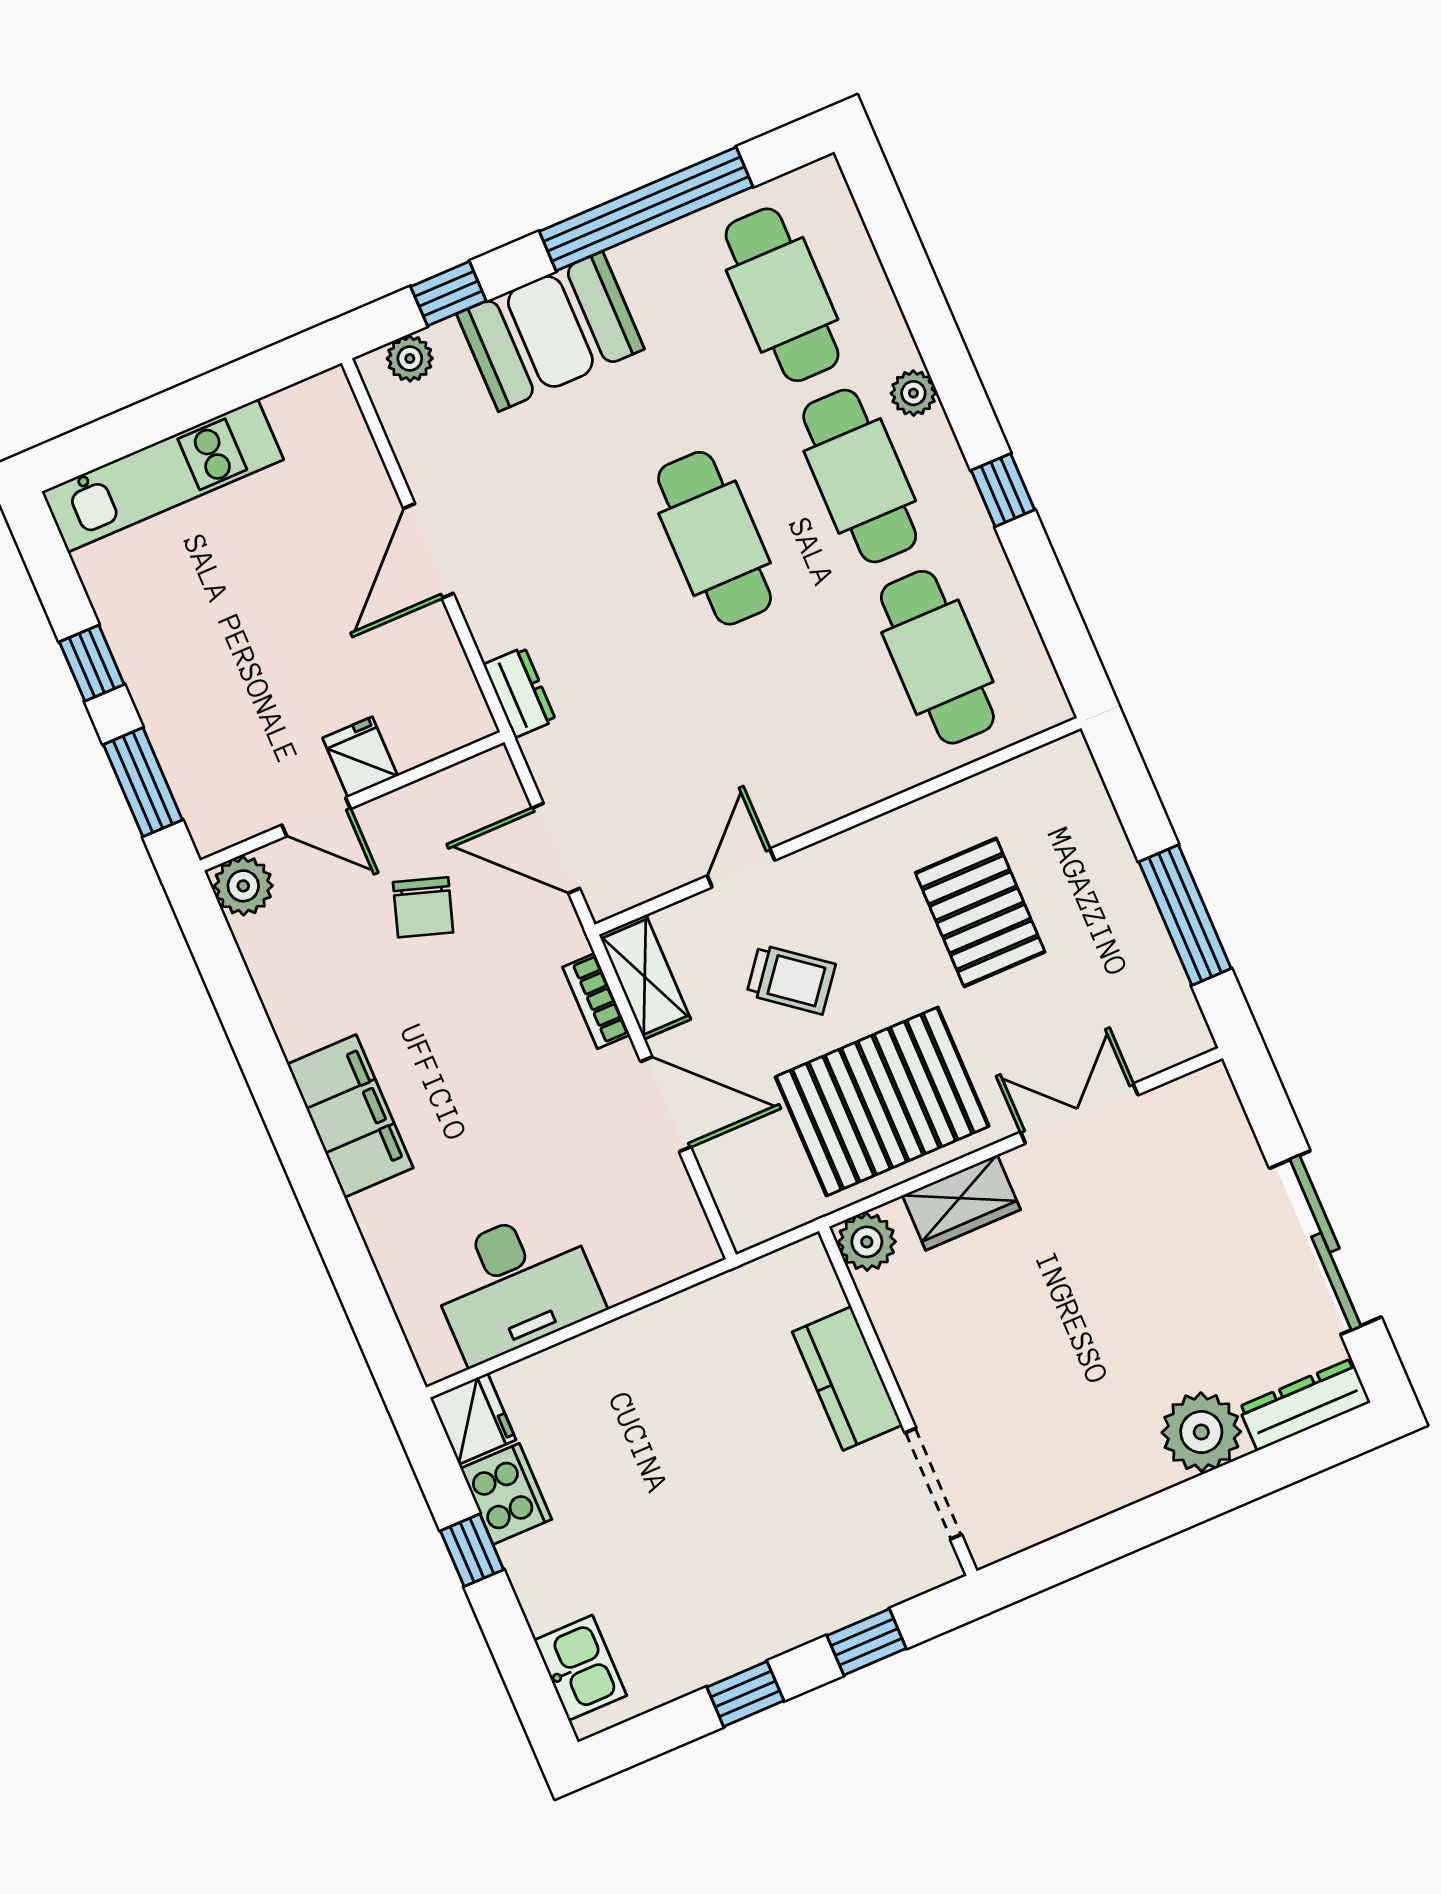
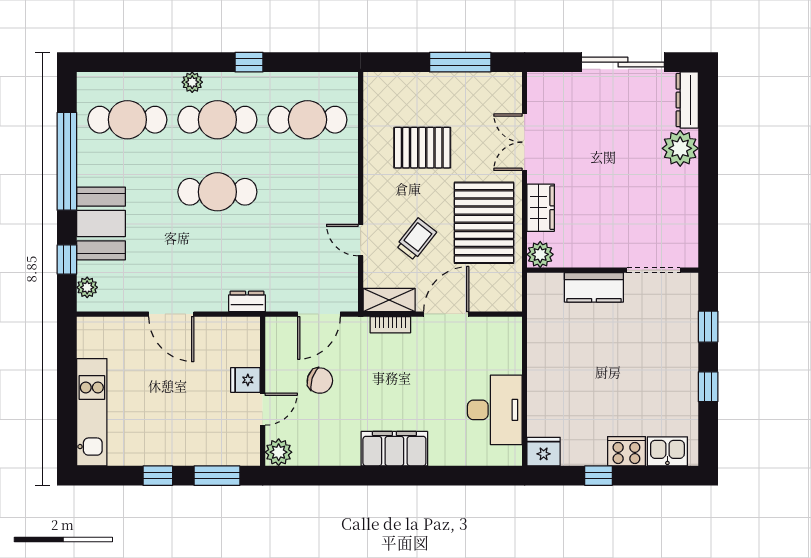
cooker: (506, 1494) -> (626, 451), moved

